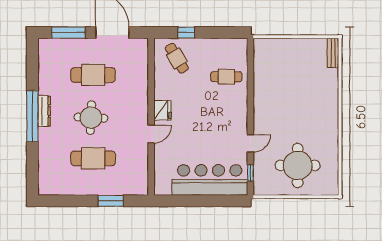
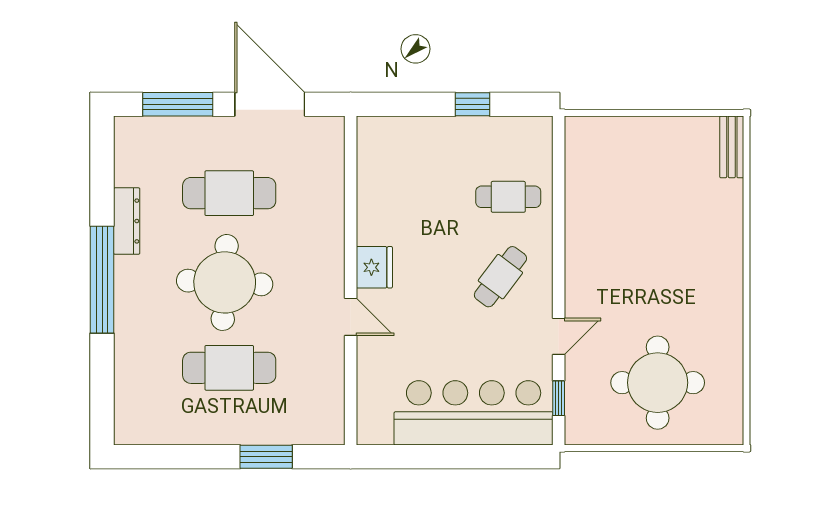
window: (186, 32) -> (472, 104), moved
cafe table: (177, 58) -> (500, 277), moved, turned 68
dresser: (44, 111) -> (127, 221), moved
round table: (91, 118) -> (225, 282), width x1.36, depth x1.36
door: (151, 134) -> (351, 317), hinge flipped

